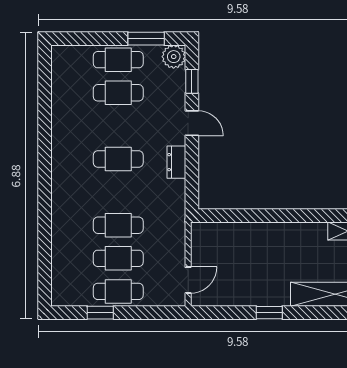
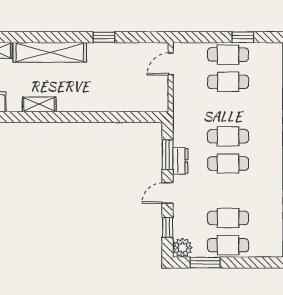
door: (192, 123) -> (168, 193), hinge flipped
window: (192, 170) -> (168, 155), added
cafe table: (118, 225) -> (228, 136), moved

